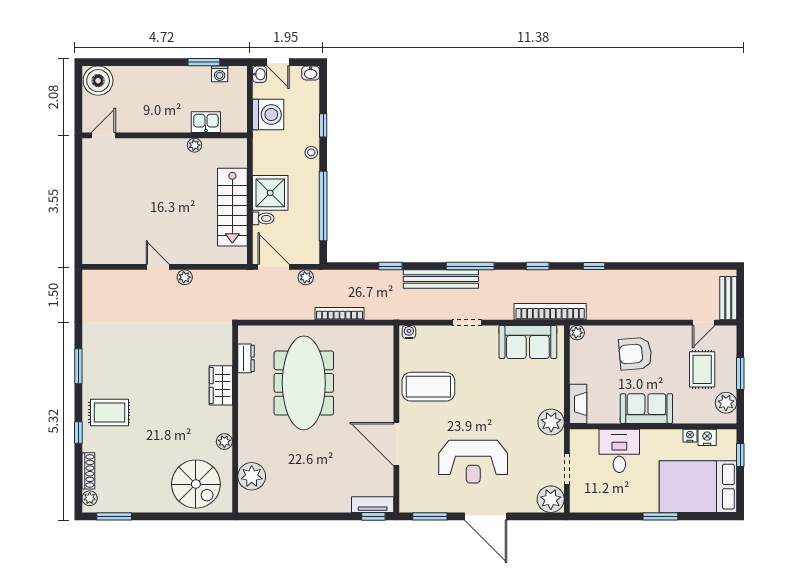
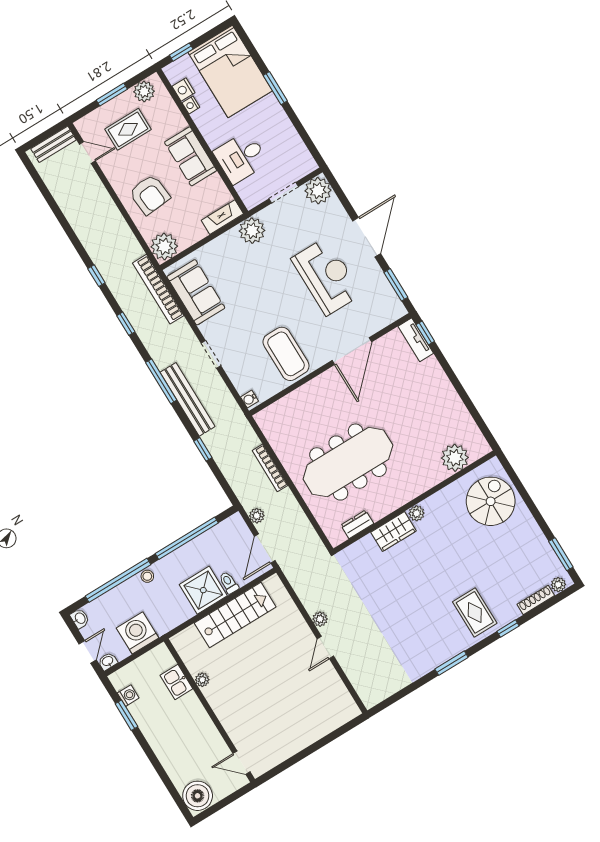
window: (323, 125) -> (118, 580), width x3.17
plant: (577, 333) -> (164, 246), width x1.88, depth x1.88
plant: (224, 442) -> (417, 513), moved

